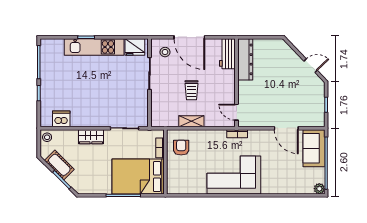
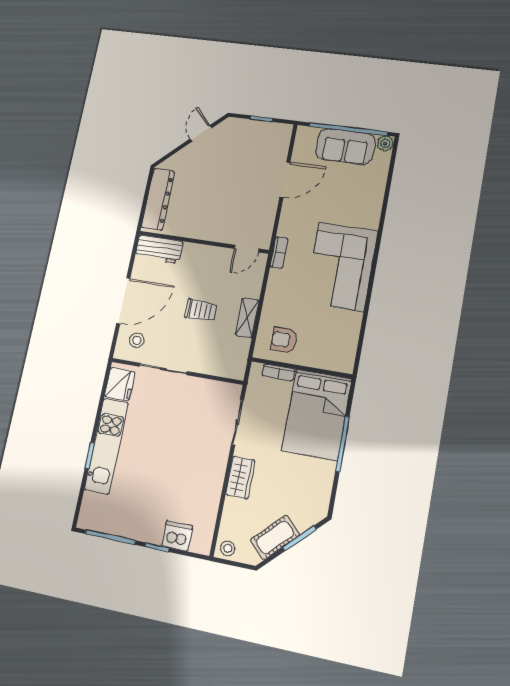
dresser: (245, 59) -> (158, 199), moved, turned 90
dishwasher: (61, 119) -> (177, 536), moved, turned 90
sofa: (314, 148) -> (345, 147), moved

